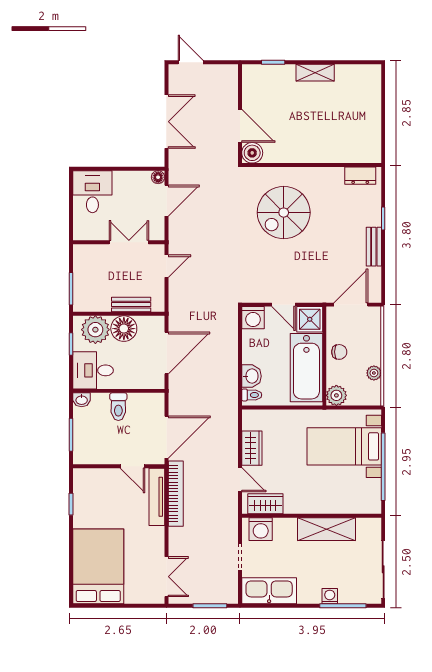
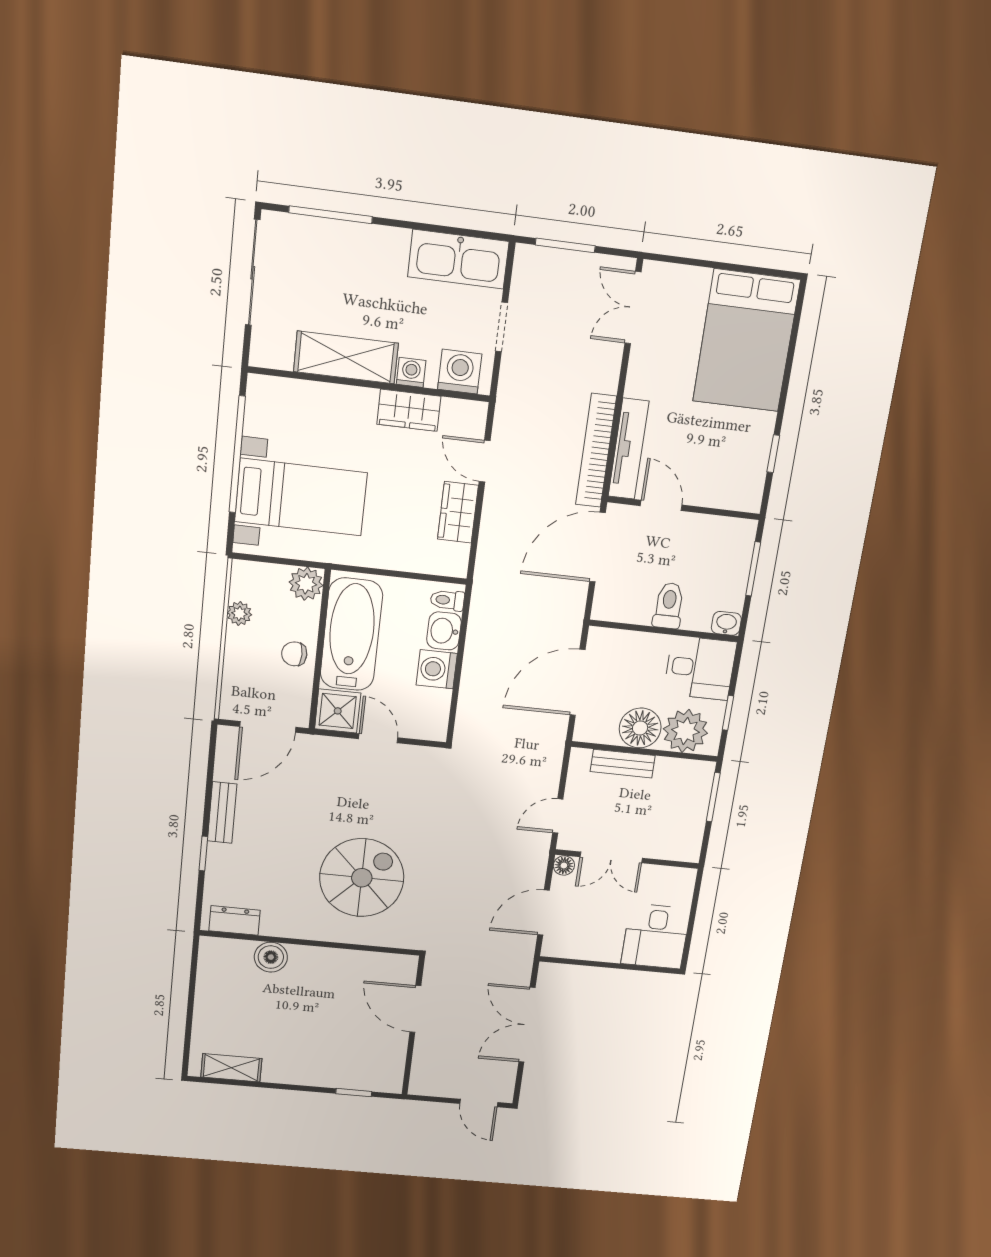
shelving: (315, 73) -> (231, 1068), moved
boiler: (252, 153) -> (271, 957), moved
floor lamp: (158, 177) -> (564, 865), moved
washing machine: (253, 318) -> (437, 669), moved, turned -90
wardrobe: (265, 504) -> (409, 410), moved
washing machine: (330, 596) -> (411, 372), moved, turned 180

